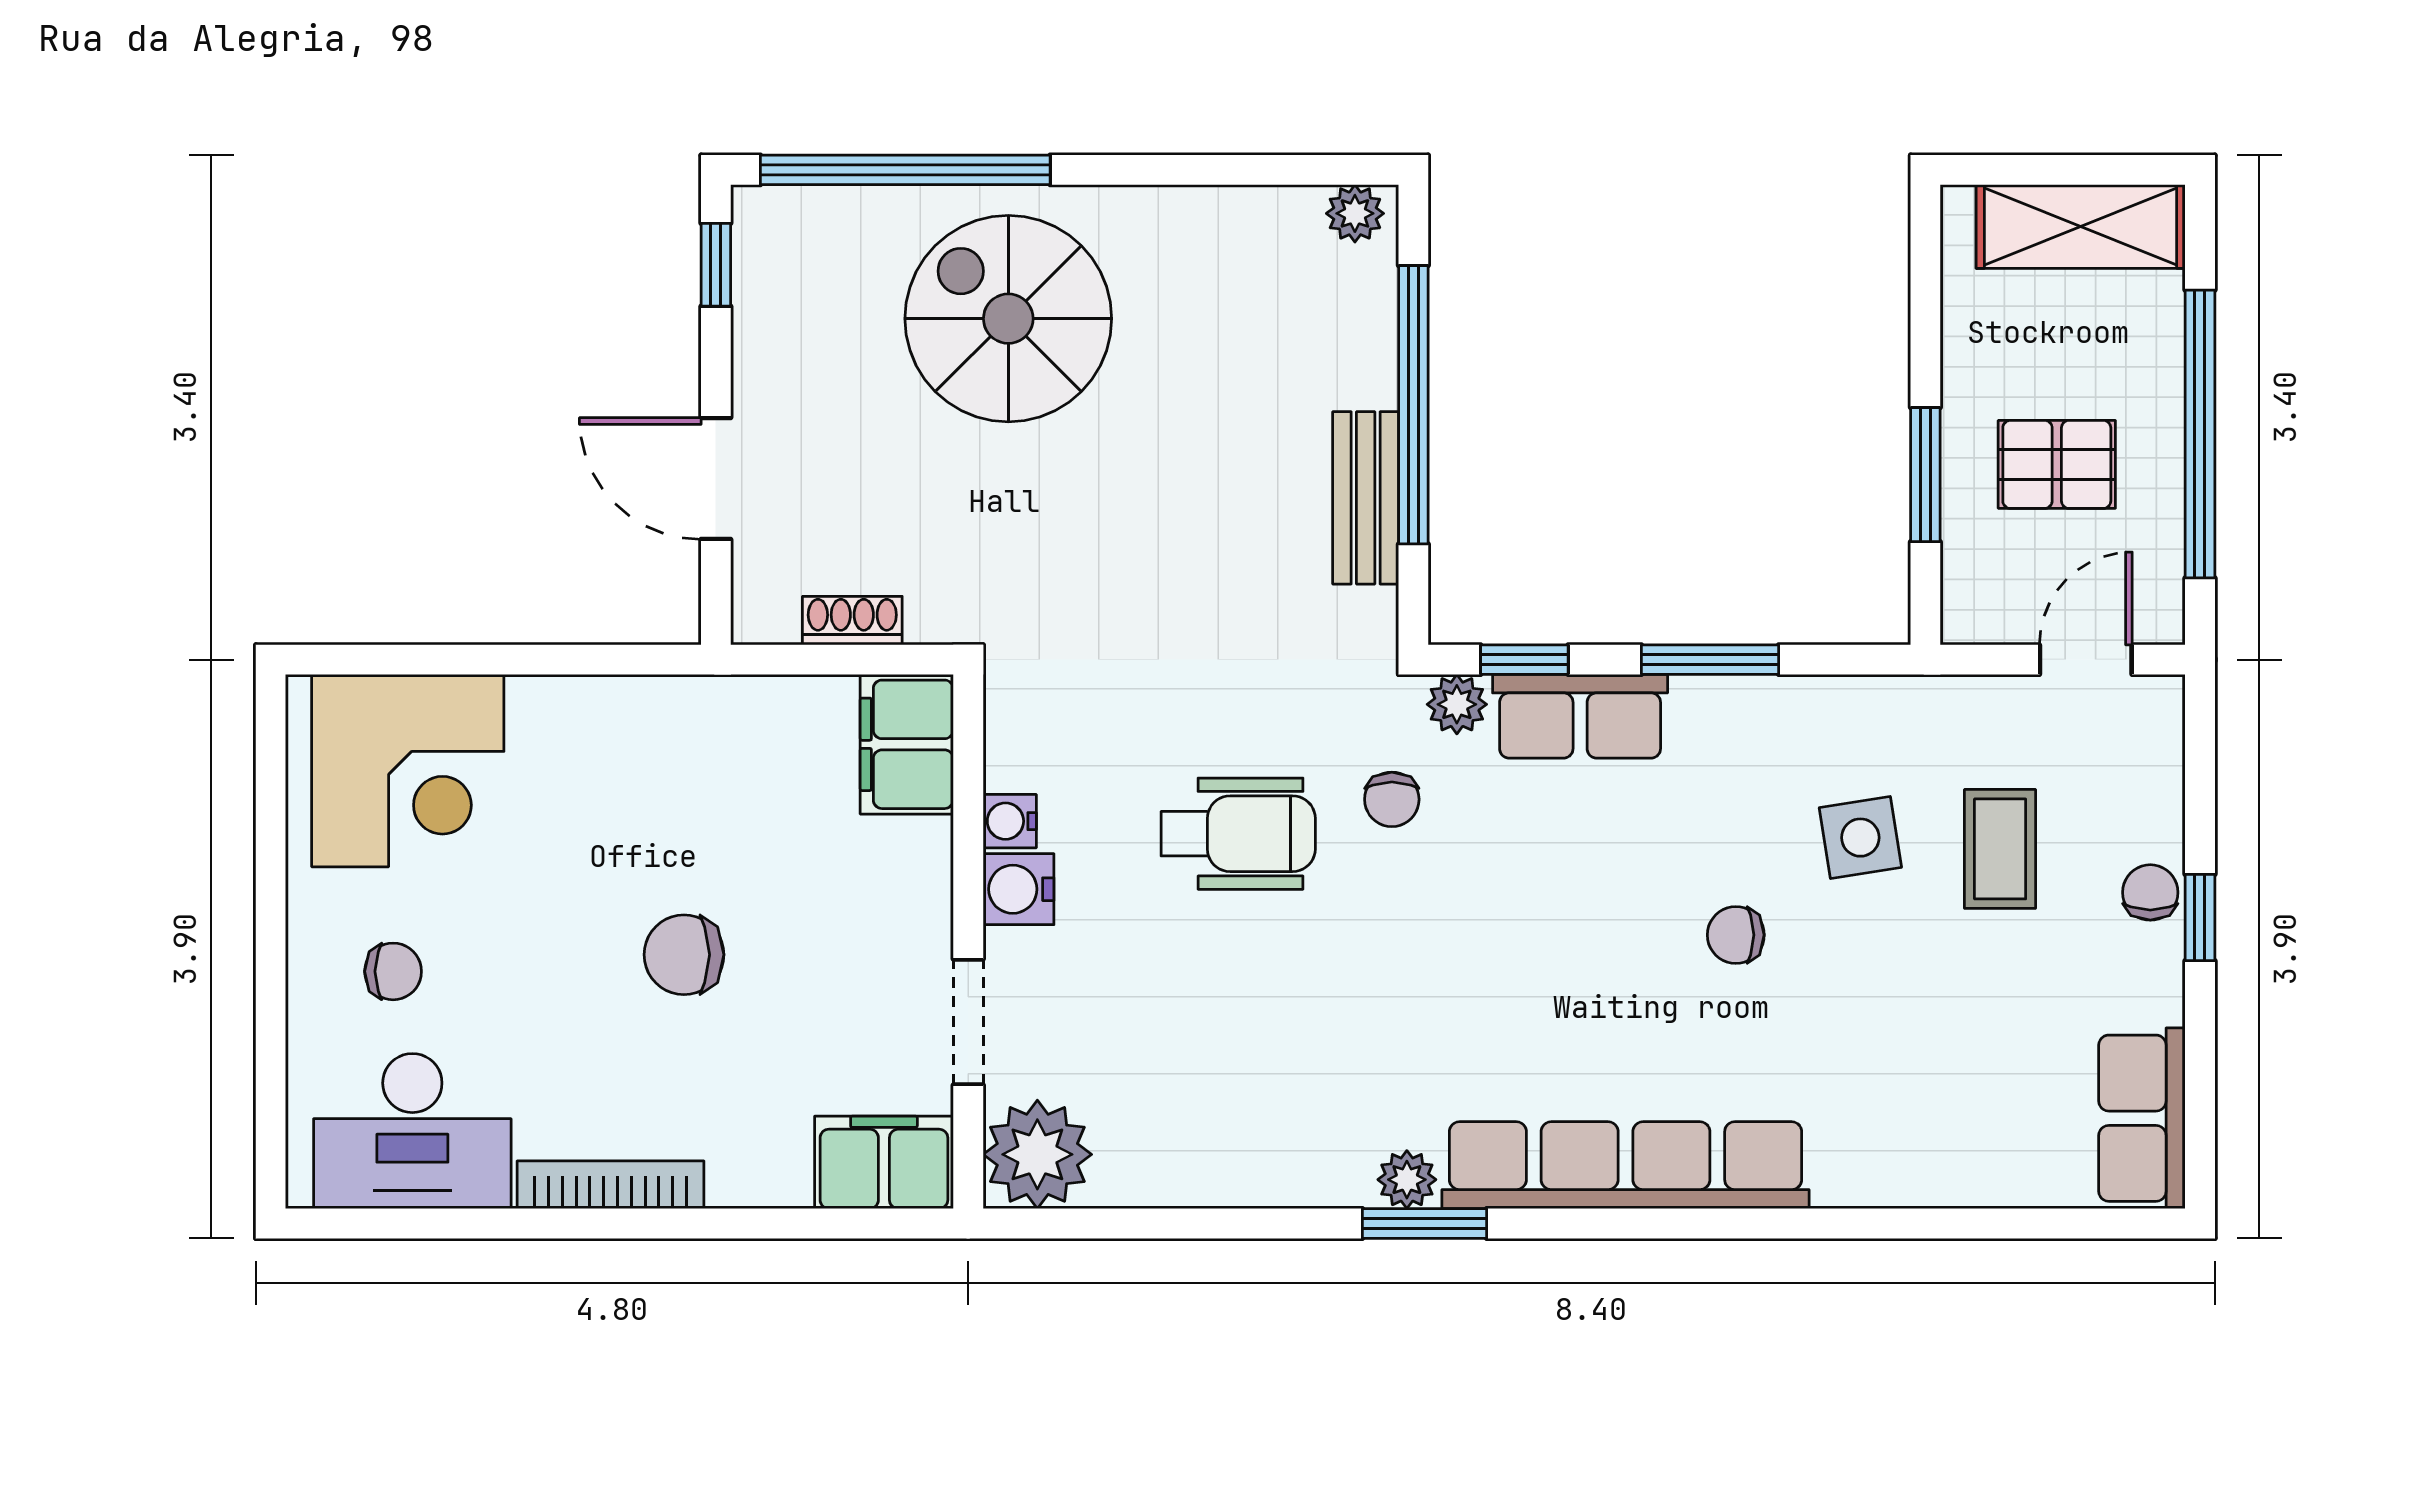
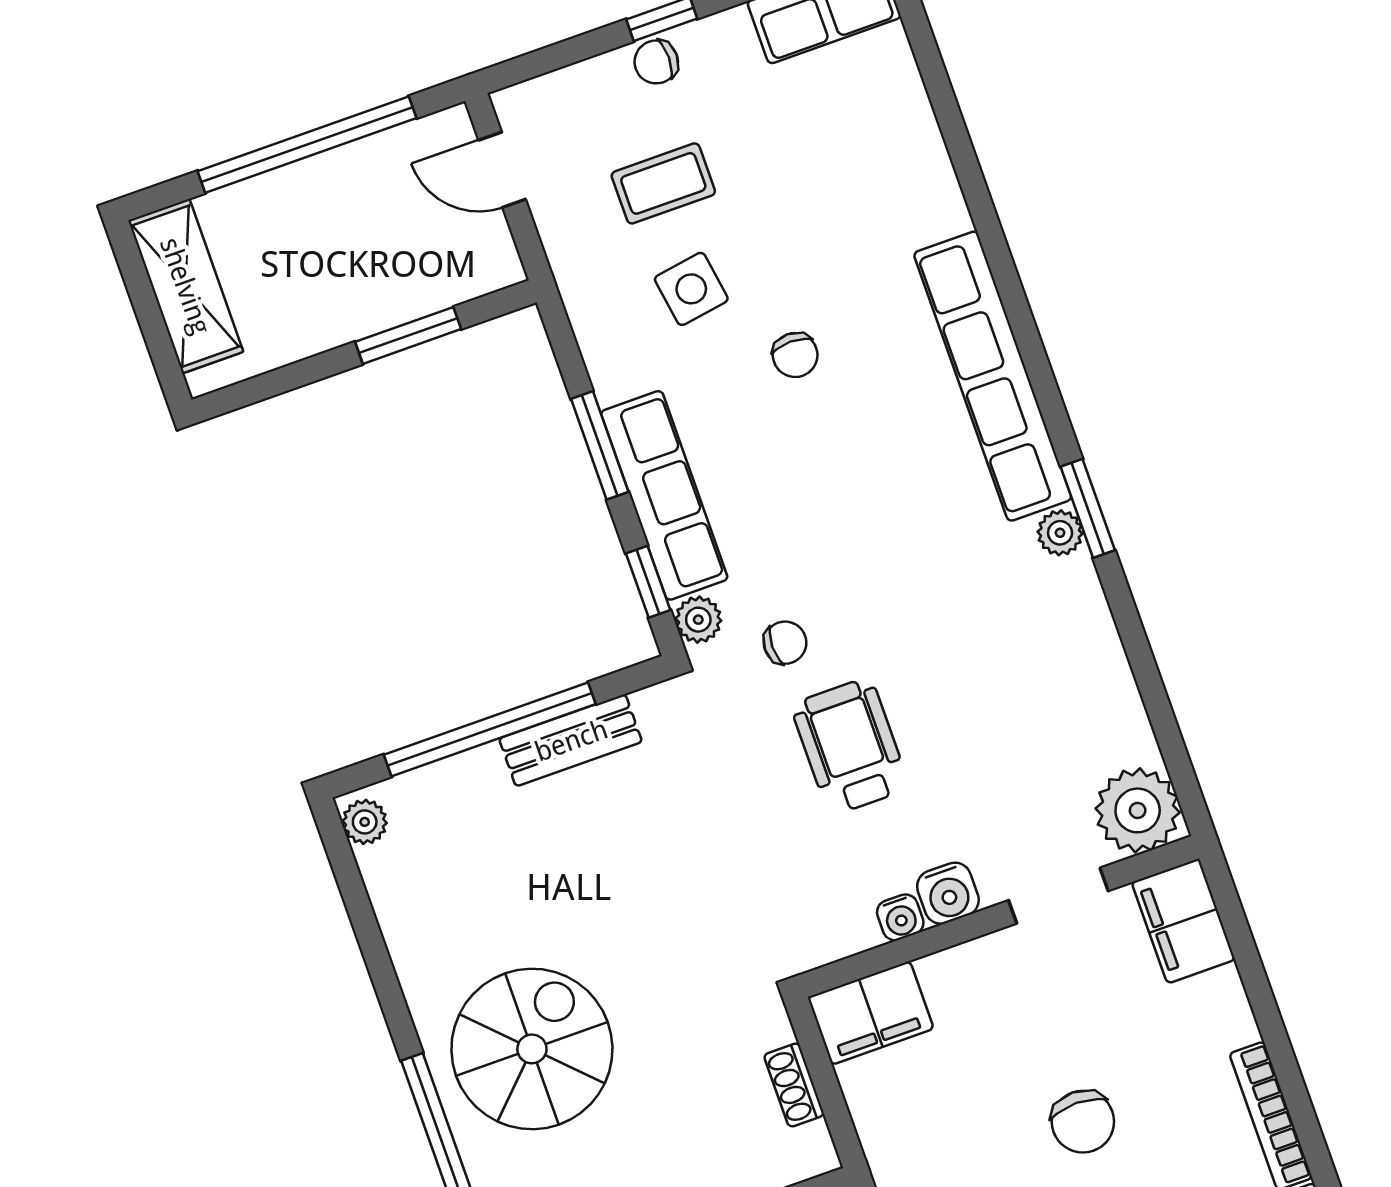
spiral stairs: (1008, 319) -> (532, 1049), turned 180
pallet: (2057, 464) -> (366, 242), removed
row of seats: (1580, 716) -> (664, 495), width x1.48

